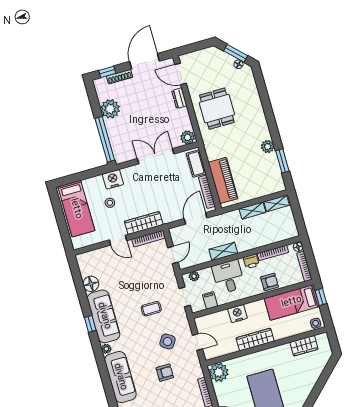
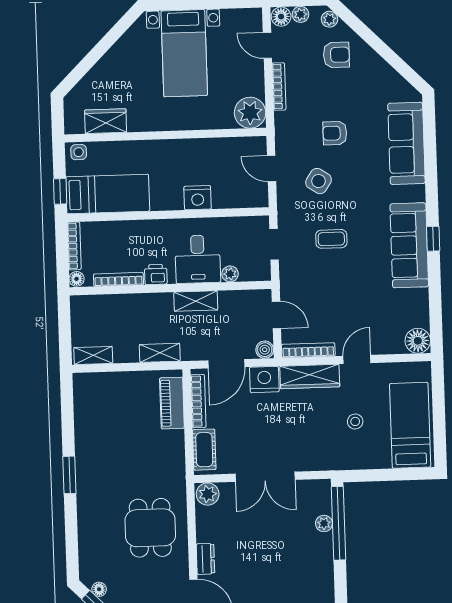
plant: (110, 109) -> (324, 523), moved, width x0.53, depth x0.53
plant: (268, 147) -> (85, 449), removed
window: (282, 161) -> (69, 475), moved
nightstand: (113, 179) -> (264, 379), moved, turned 180
piano: (223, 180) -> (172, 403), width x0.73, depth x0.75
shelving: (252, 211) -> (160, 353), moved
boiler: (175, 232) -> (265, 350), added
door: (118, 240) -> (357, 359), hinge flipped
door: (173, 255) -> (276, 315), swing flipped
plant: (194, 276) -> (230, 274), moved
armchair: (270, 282) -> (135, 235), removed
floor lamp: (91, 284) -> (418, 341), moved
filing cabinet: (210, 300) -> (236, 229), removed
wardrobe: (255, 340) -> (180, 150), removed
plant: (106, 349) -> (418, 193), removed

